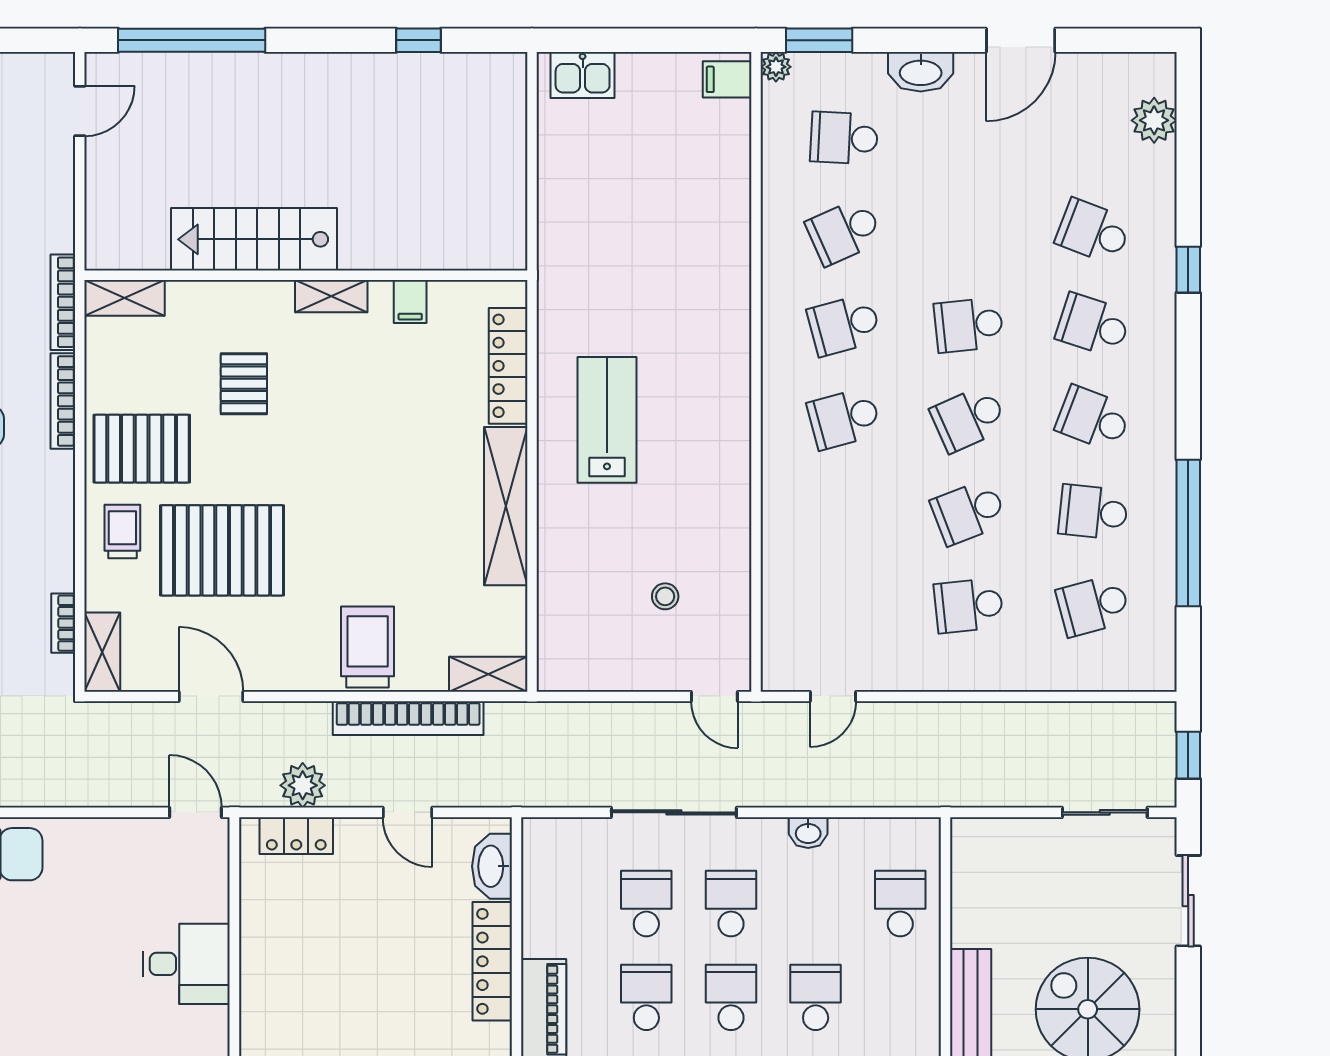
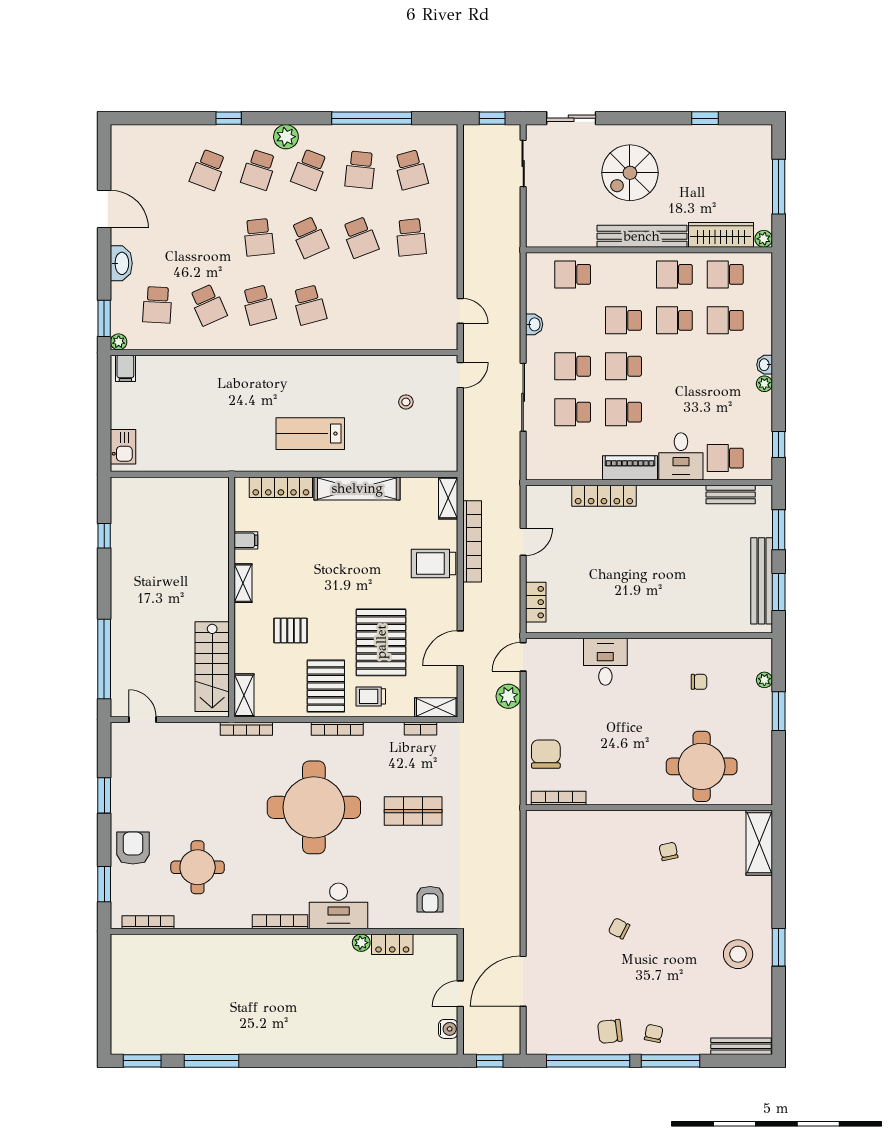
plant: (1154, 120) -> (286, 137), moved
stairs: (254, 239) -> (212, 667), moved
bookcase: (63, 401) -> (337, 729), moved
plant: (303, 785) -> (508, 696), moved
washbasin: (492, 866) -> (552, 496), removed

